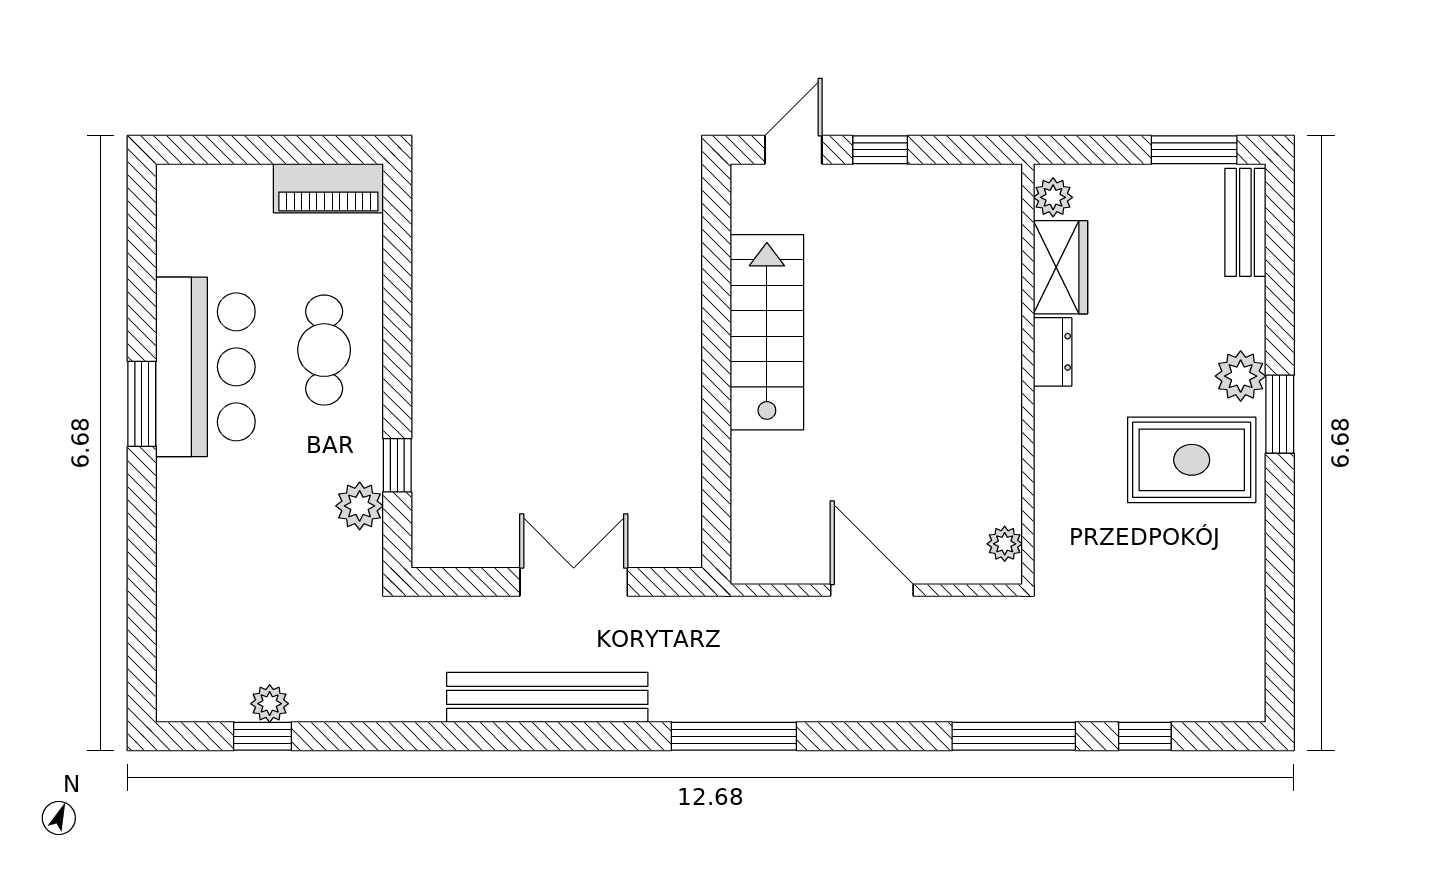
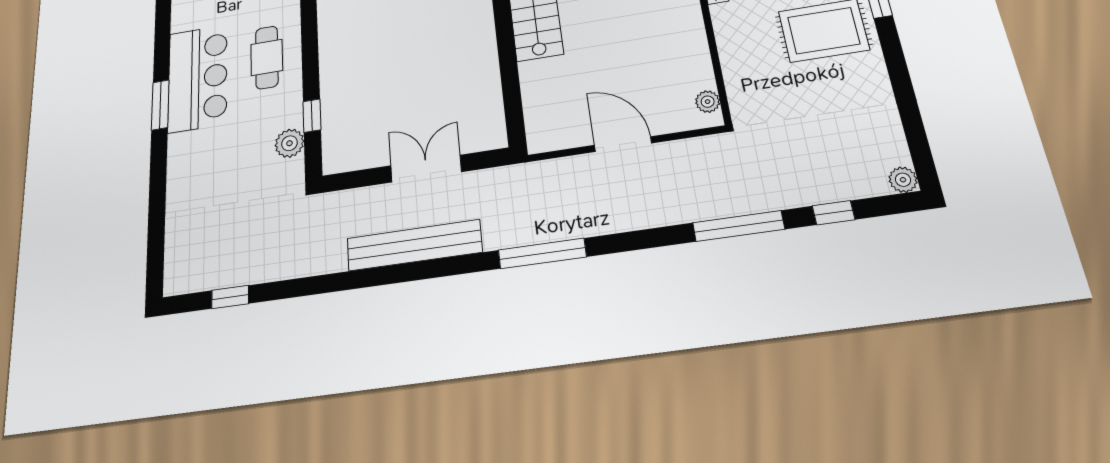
plant: (270, 704) -> (903, 180), moved

